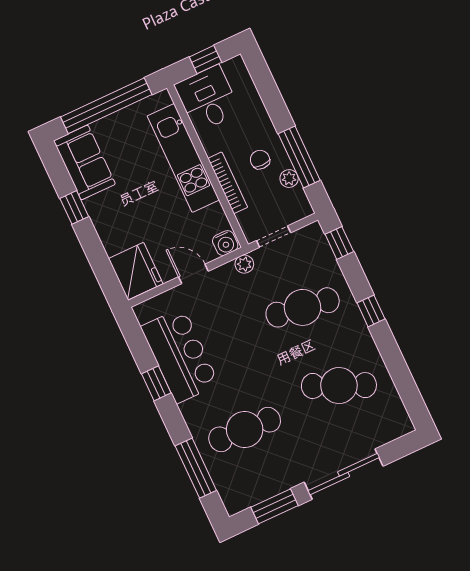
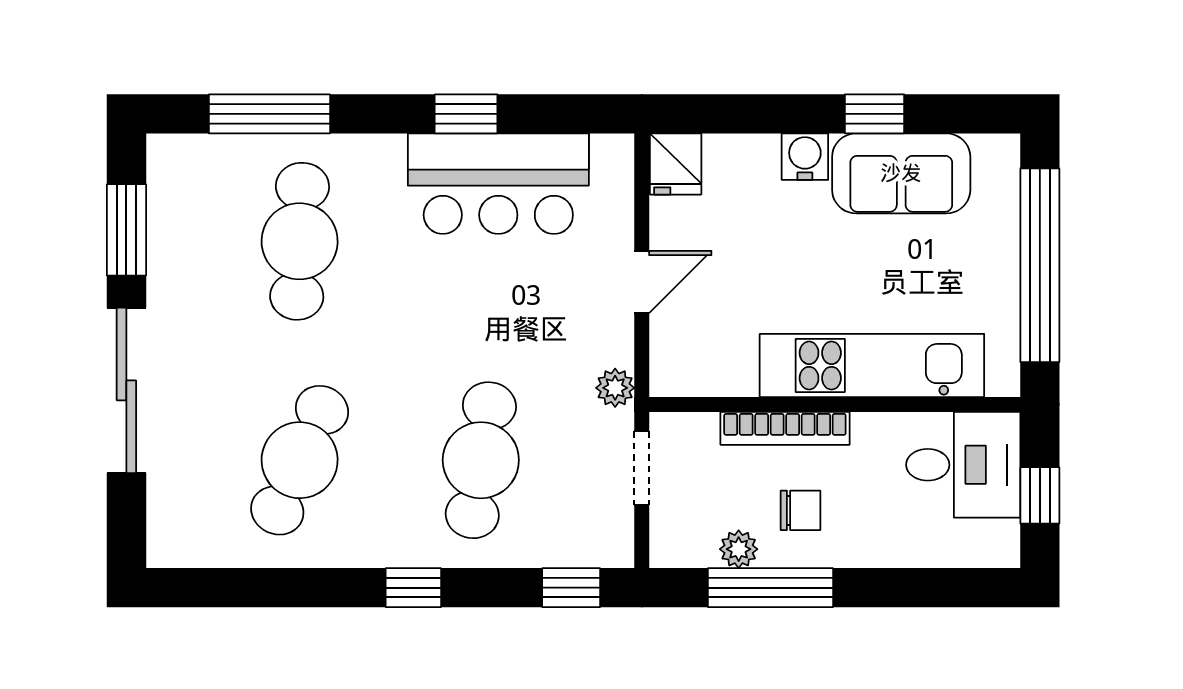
sofa: (84, 162) -> (901, 173), moved
water cooler: (225, 243) -> (805, 157), moved, turned 90
fridge: (136, 271) -> (676, 164), width x0.53, depth x0.75

